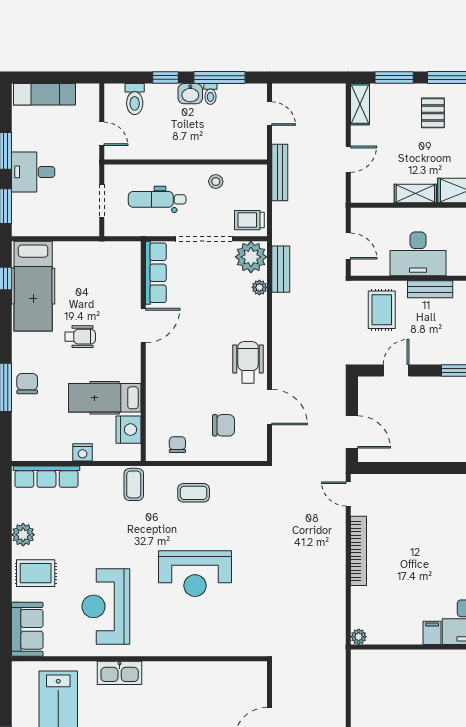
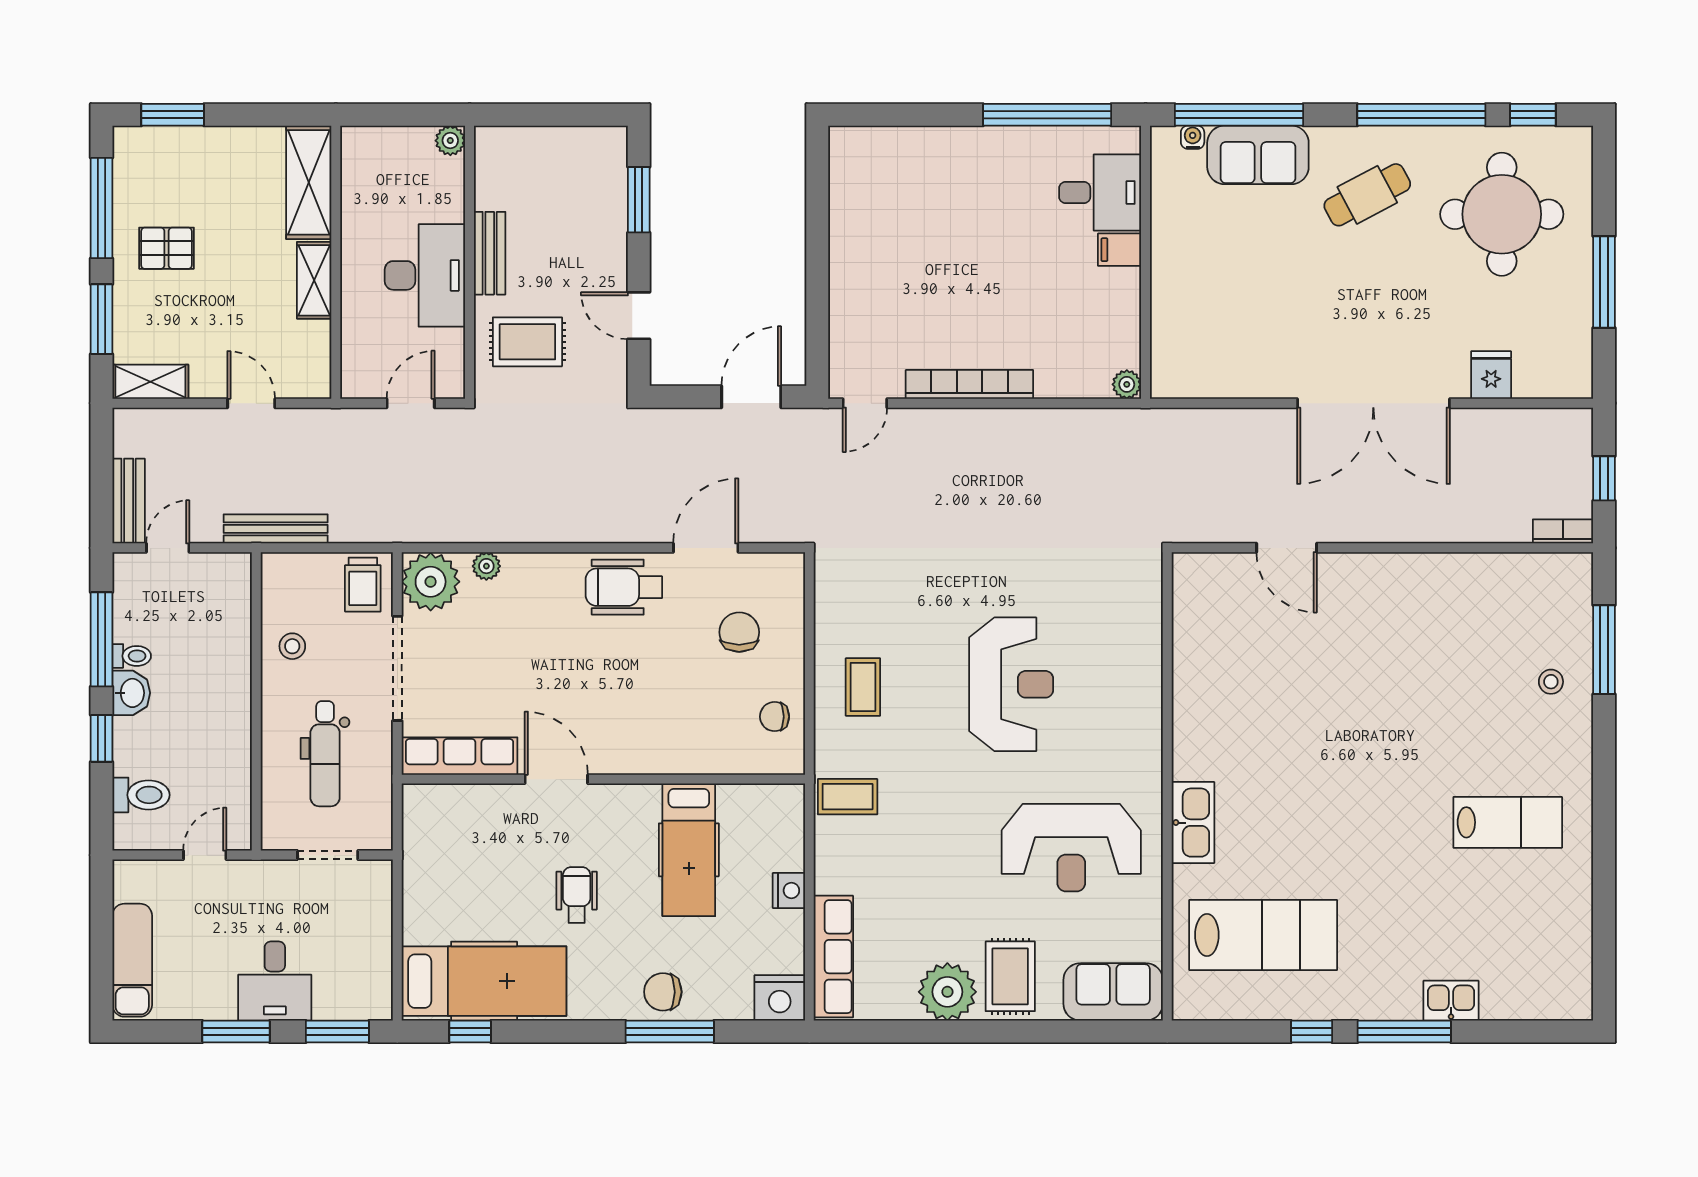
bench: (281, 269) -> (129, 501), moved, turned 90
nightstand: (128, 430) -> (780, 998), moved, turned 180
plant: (23, 535) -> (947, 992), width x1.36, depth x1.36

